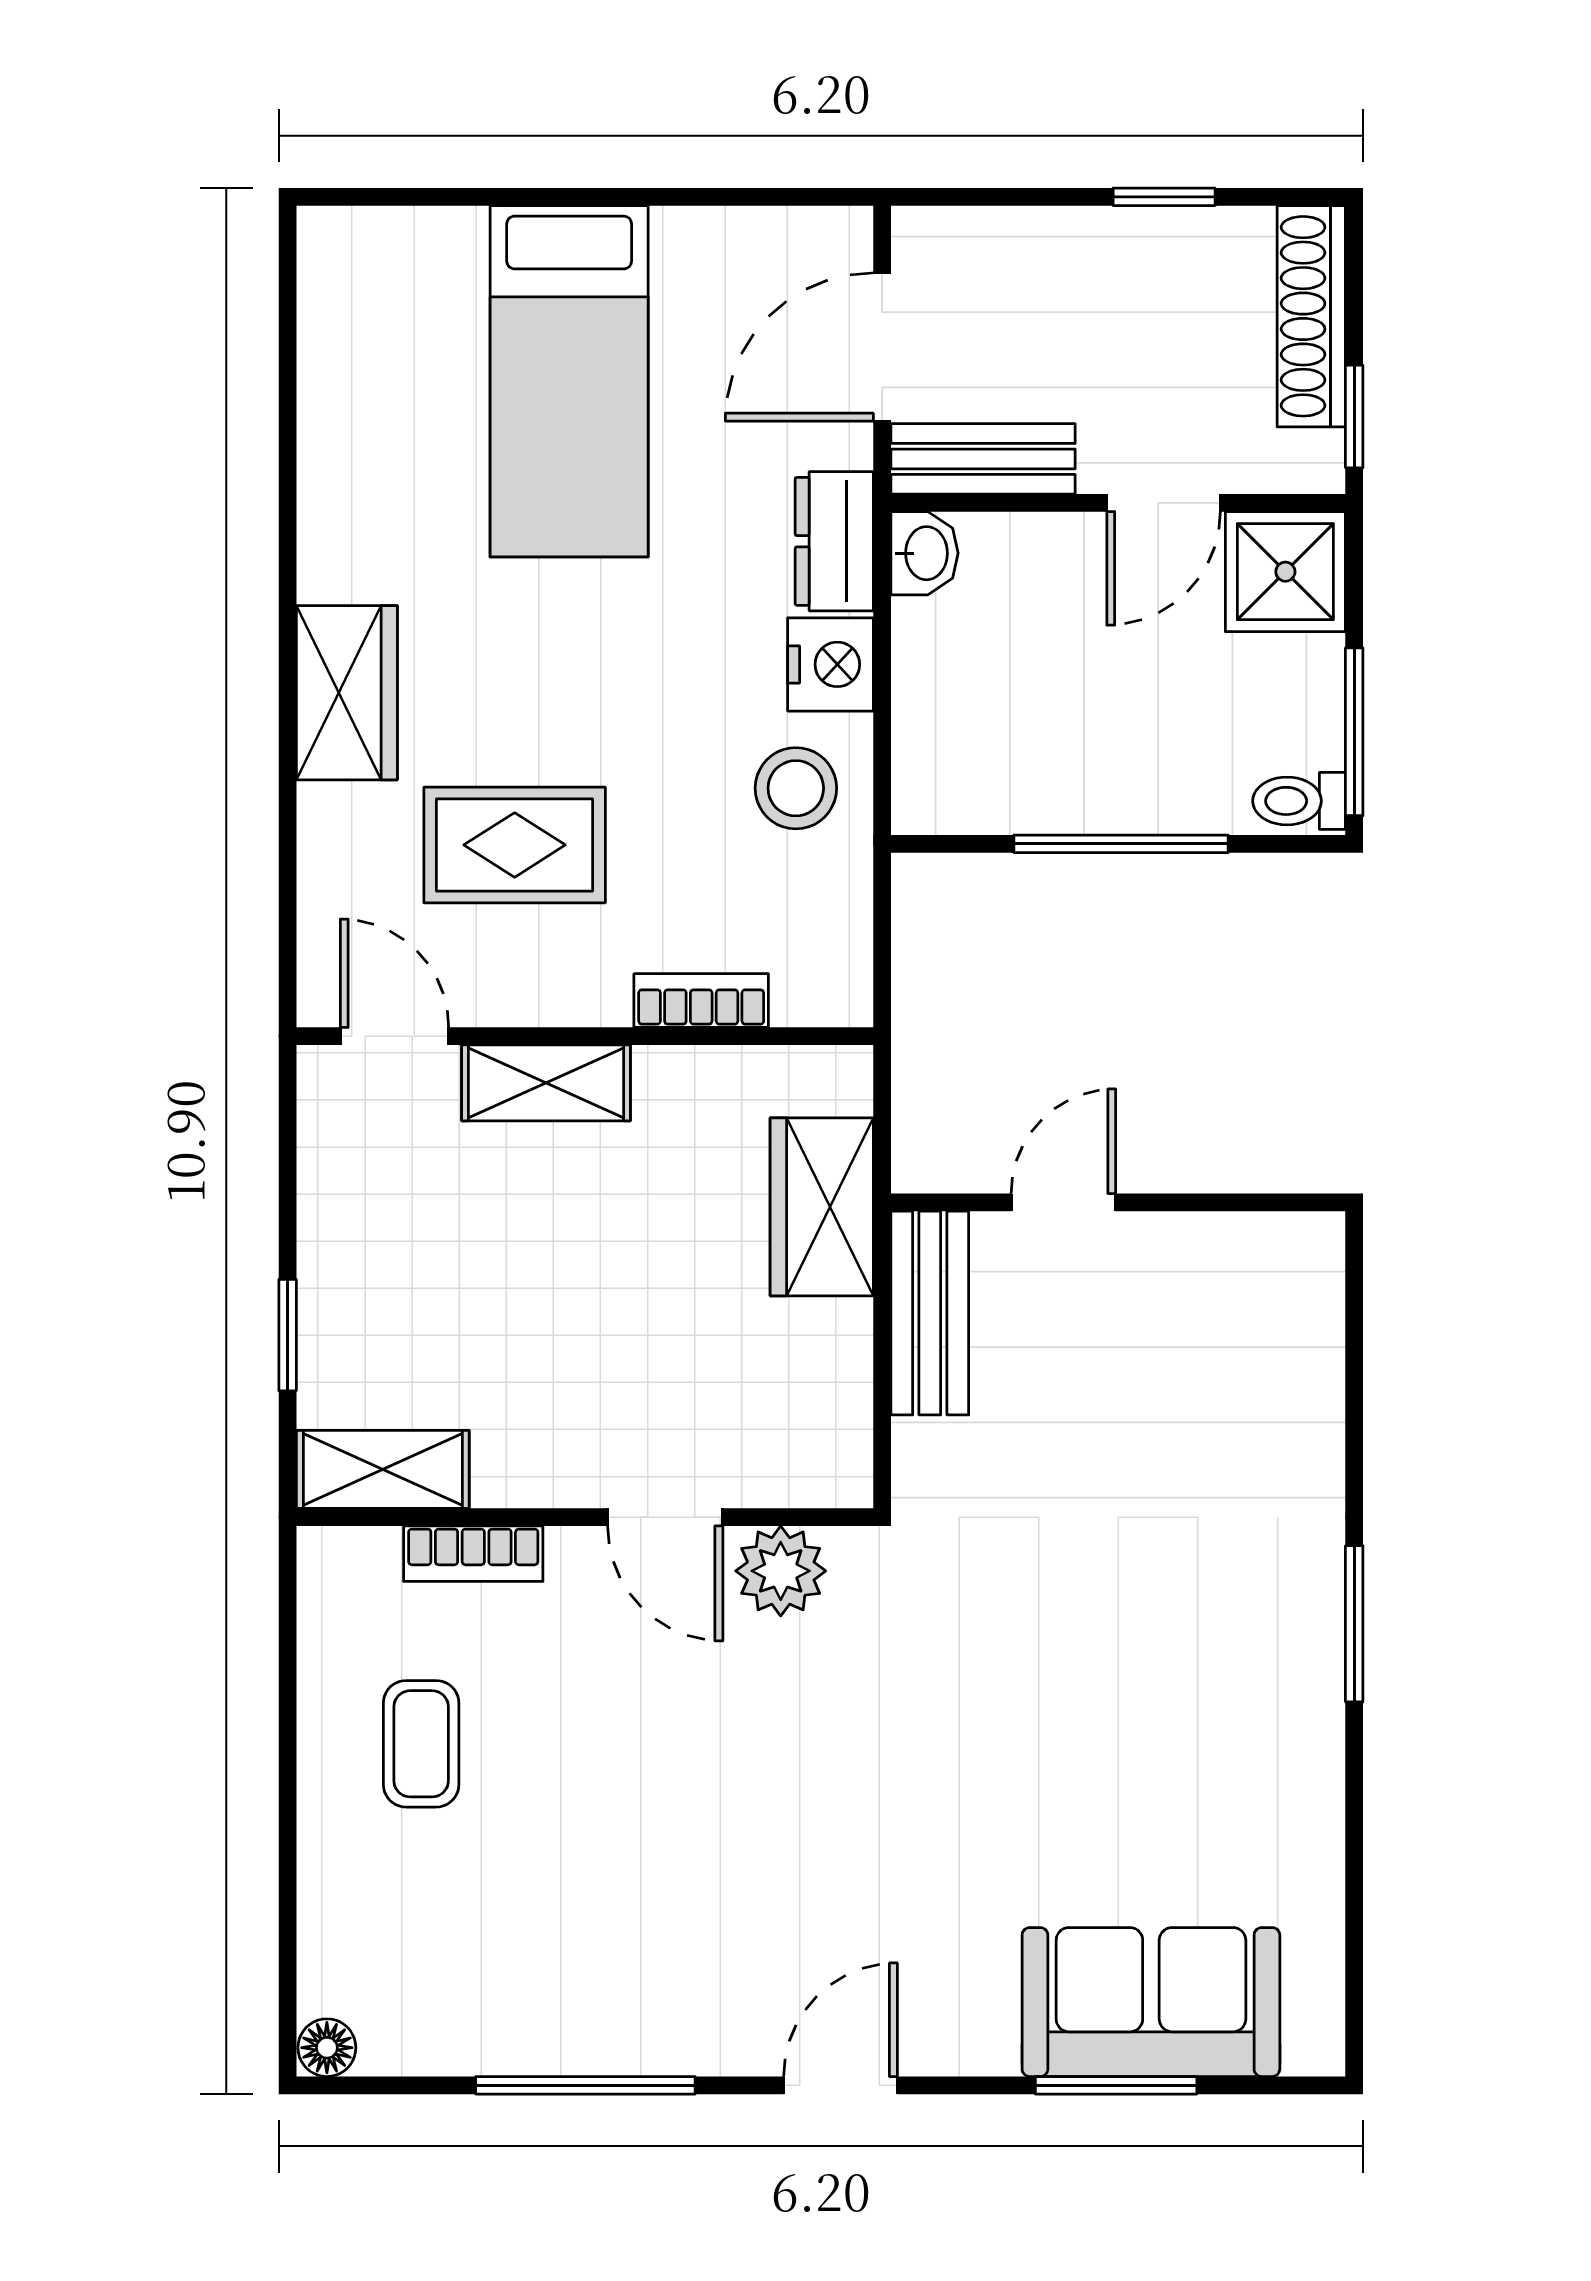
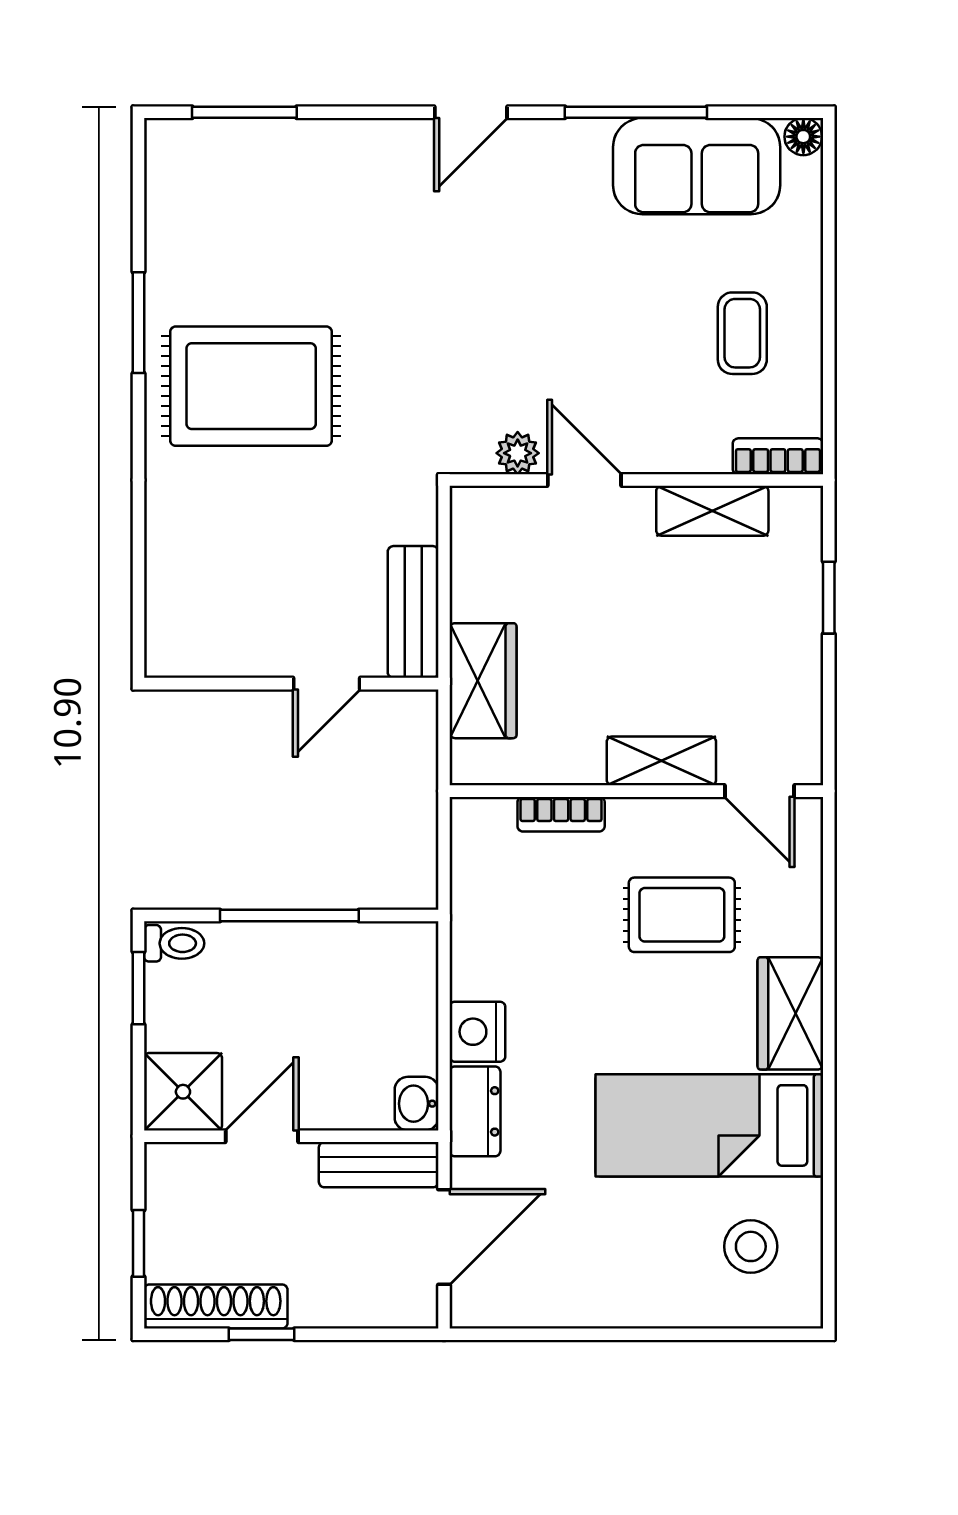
shoe rack: (1311, 316) -> (216, 1306), moved, turned -90
bed: (569, 381) -> (709, 1125), moved, turned -90
window: (1354, 417) -> (138, 1243), moved
window: (1354, 732) -> (138, 988), width x0.67
stool: (796, 788) -> (751, 1246), moved
shelving: (383, 1469) -> (712, 511), moved
bookcase: (473, 1554) -> (778, 456), moved
plant: (781, 1571) -> (518, 453), width x0.73, depth x0.73
window: (1354, 1624) -> (138, 323), moved
rug: (1180, 1662) -> (251, 386), added
sofa: (1151, 2002) -> (697, 166), moved
window: (1116, 2085) -> (244, 112), moved

